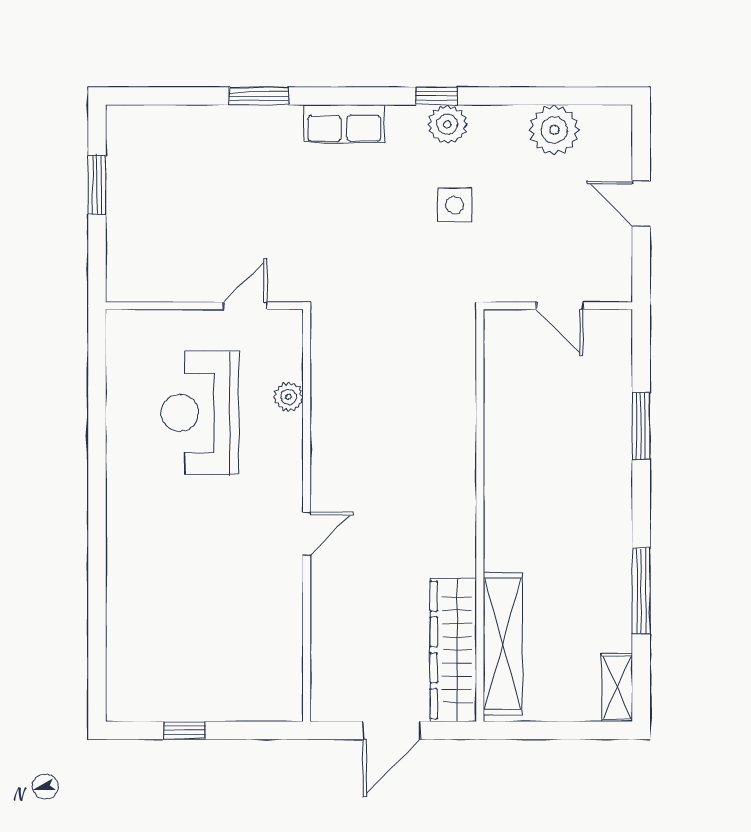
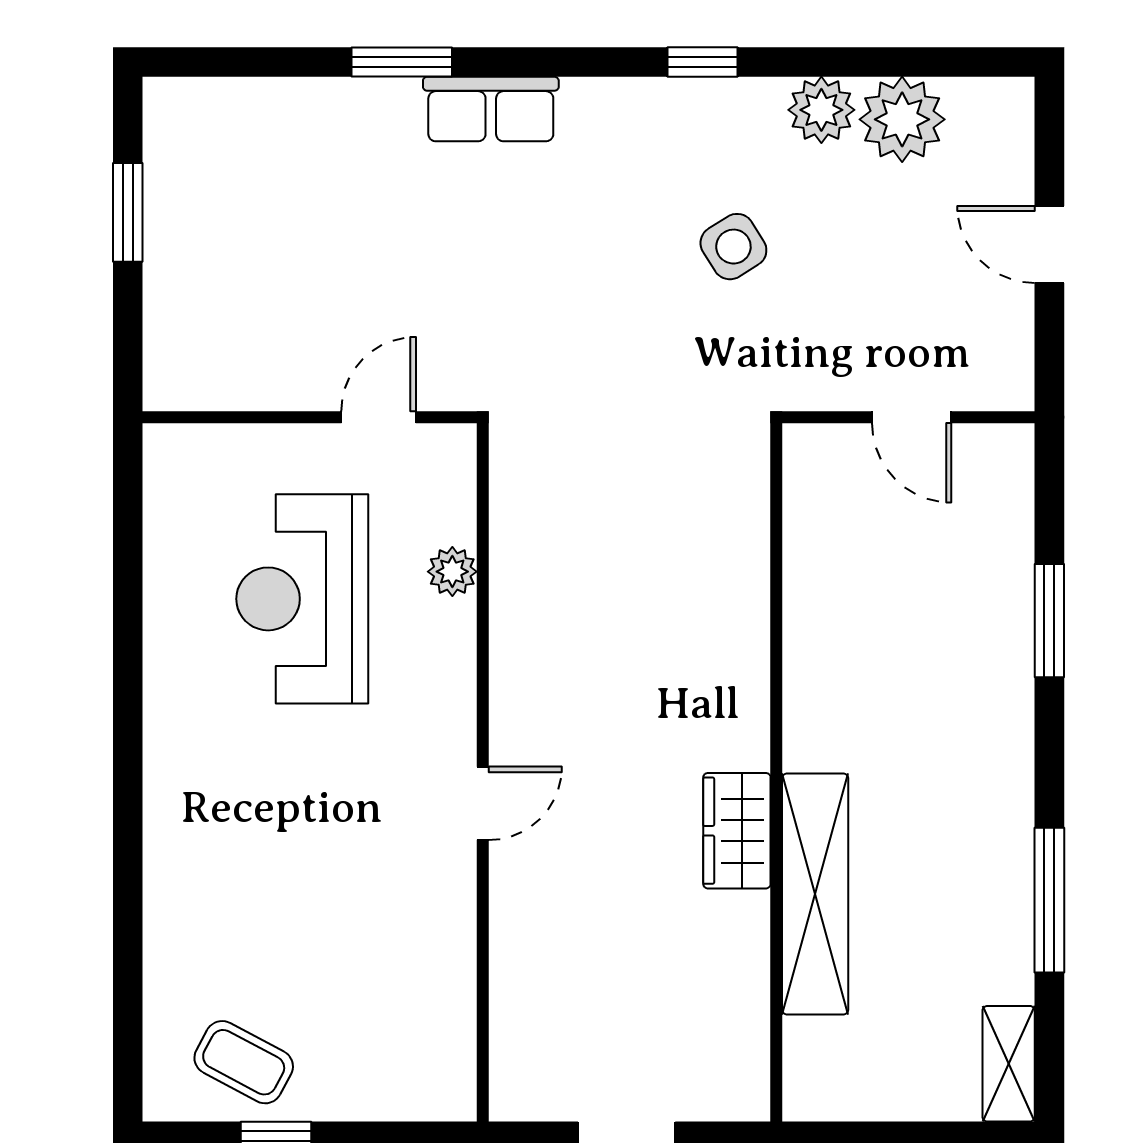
row of seats: (344, 124) -> (491, 109), moved
plant: (447, 124) -> (821, 110), moved
side table: (455, 205) -> (733, 247), turned -32
shelving: (503, 644) -> (815, 894), moved
wardrobe: (453, 650) -> (737, 831), moved, width x0.48, depth x0.85
coffee table: (165, 687) -> (244, 1062), added

